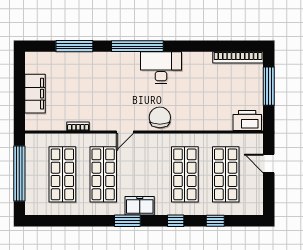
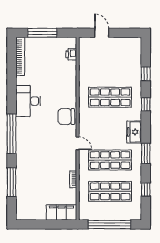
desk: (161, 68) -> (28, 101), moved
filing cabinet: (35, 94) -> (61, 212), moved
printer: (247, 121) -> (71, 54), width x0.53, depth x0.68
door: (269, 163) -> (102, 33), swing flipped
shop shelf: (226, 174) -> (110, 66), removed
window: (65, 221) -> (146, 190), added
window: (127, 221) -> (146, 153), moved

